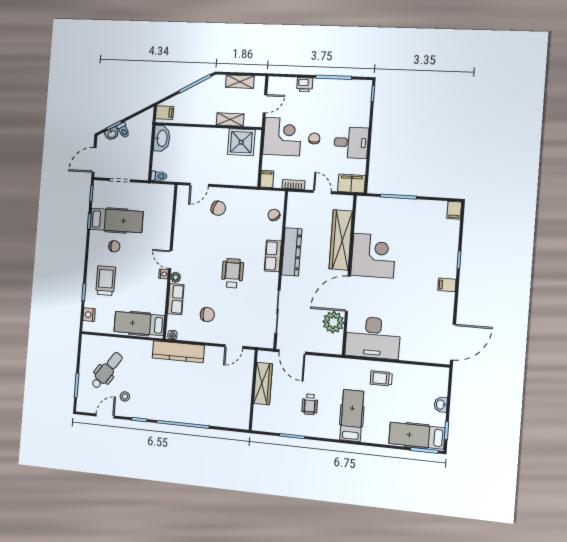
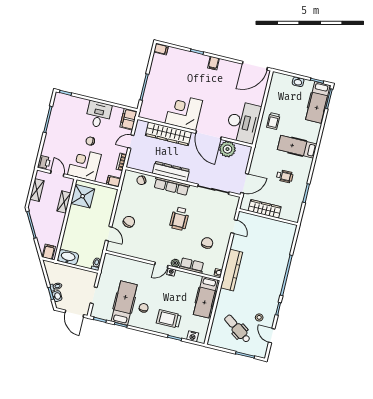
printer: (305, 85) -> (44, 162), moved
row of seats: (273, 256) -> (172, 186), width x1.48
wheelchair: (233, 273) -> (179, 219), turned -90
door: (453, 342) -> (255, 66), swing flipped

